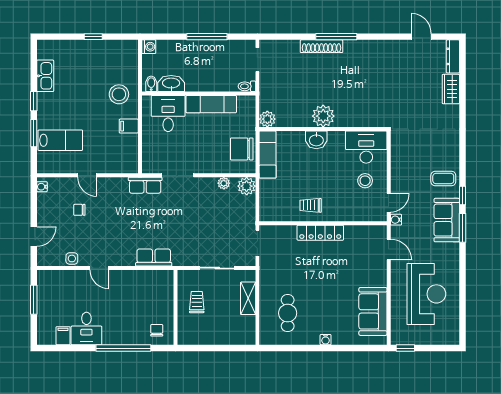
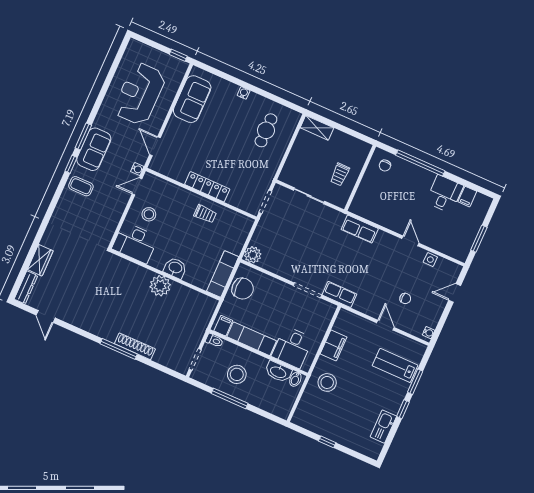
washing machine: (149, 47) -> (283, 412), removed
stool: (210, 63) -> (237, 374), added
filing cabinet: (244, 105) -> (223, 326), added
plant: (267, 119) -> (209, 305), removed
filing cabinet: (129, 126) -> (334, 345), width x2.00
plant: (224, 183) -> (271, 266), removed
shelving: (248, 298) -> (317, 128), moved, turned 90

